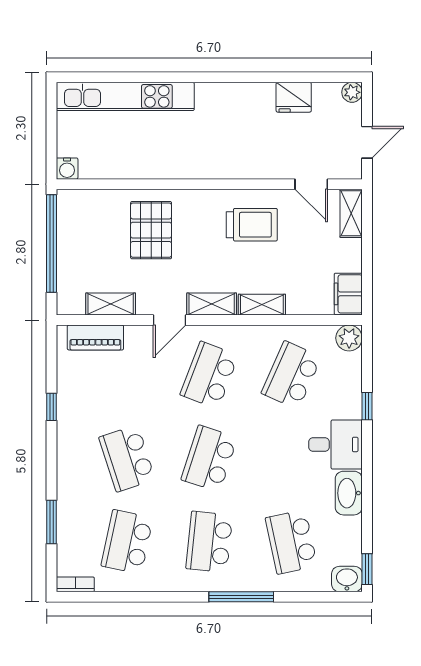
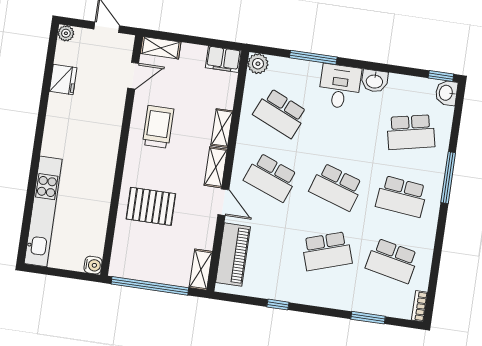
shelving: (111, 304) -> (201, 270), moved
piano: (95, 337) -> (233, 255), width x1.37, depth x1.33
window: (367, 406) -> (313, 57), width x2.17
washbasin: (349, 493) -> (375, 81), width x0.72

